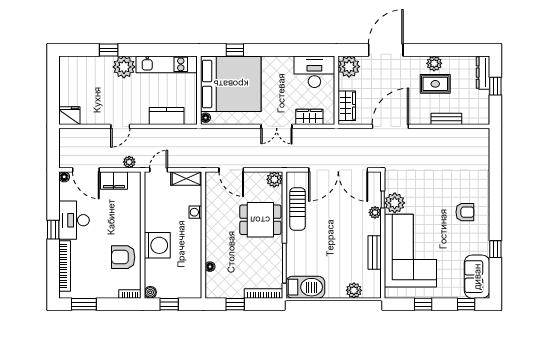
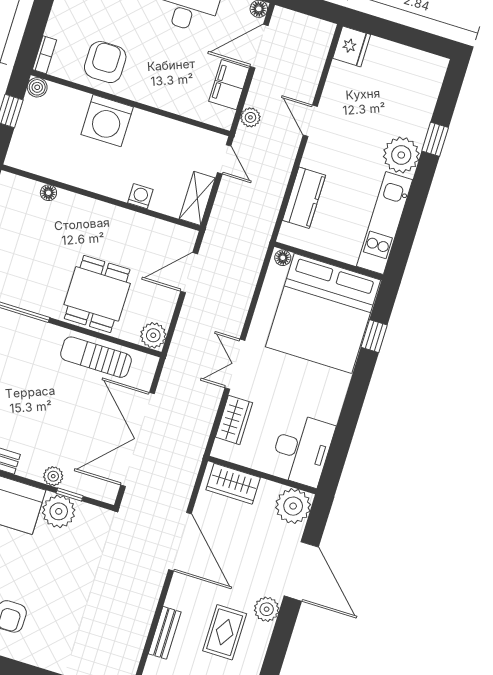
plant: (434, 63) -> (267, 609), moved

